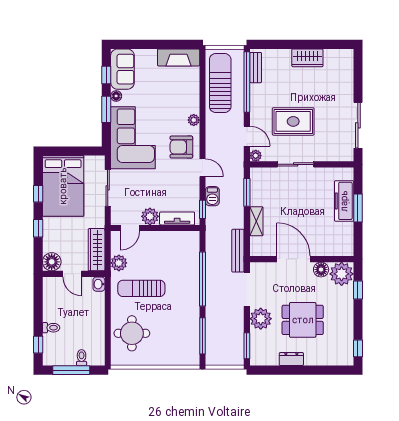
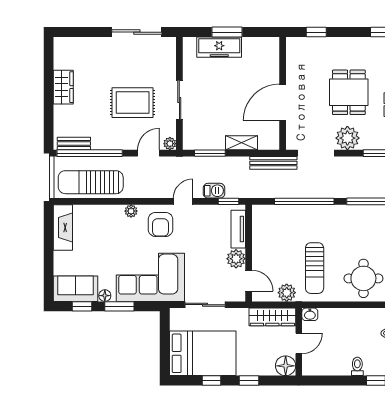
rug: (293, 121) -> (133, 103), turned 90
floor lamp: (321, 270) -> (294, 72), removed
plant: (342, 274) -> (299, 50), removed

